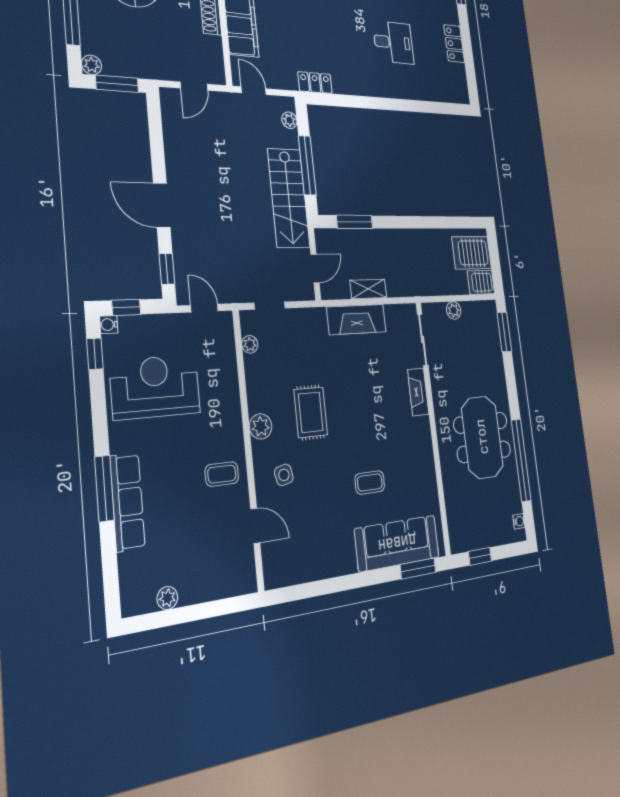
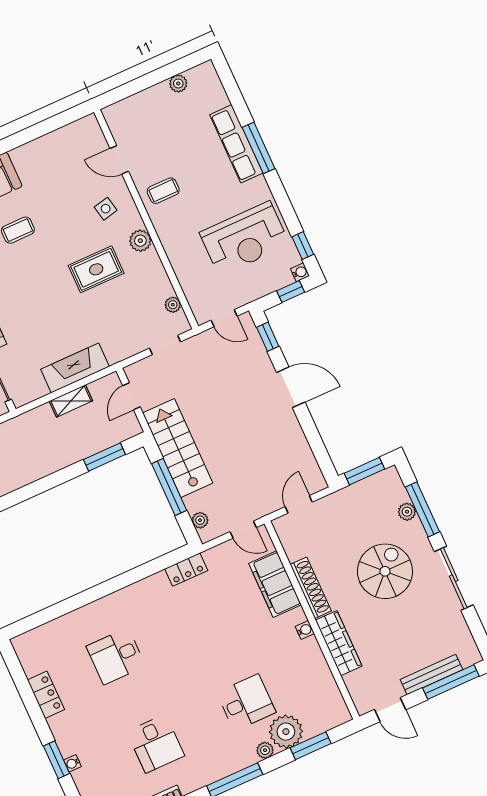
plant: (92, 65) -> (407, 512), moved
rug: (311, 412) -> (96, 269), turned 90

